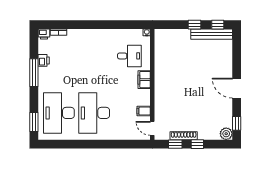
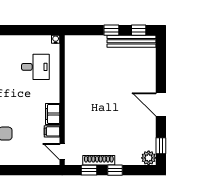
filing cabinet: (144, 80) -> (53, 114), moved

